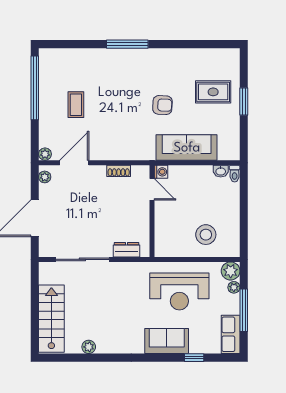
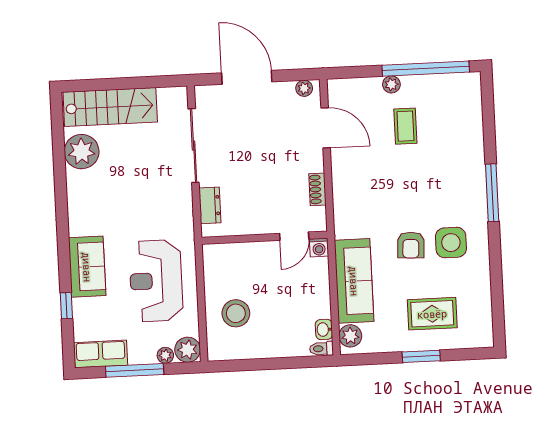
side table: (162, 76) -> (451, 243), added
rug: (213, 92) -> (432, 314), turned 90
coffee table: (76, 105) -> (405, 126), turned 90
plant: (226, 152) -> (350, 336), added
plant: (45, 154) -> (391, 84), moved
plant: (89, 347) -> (82, 152), width x1.88, depth x1.88

